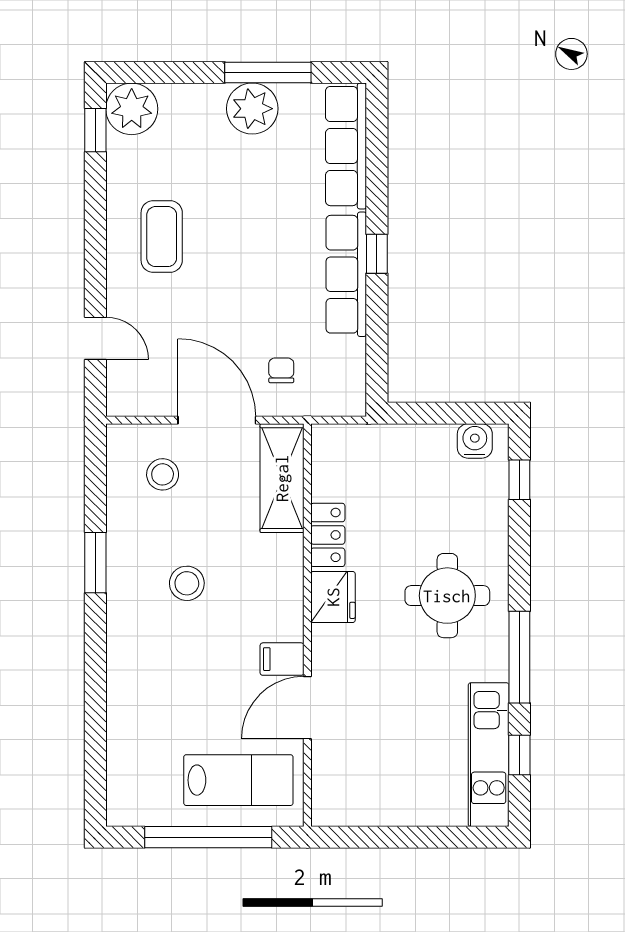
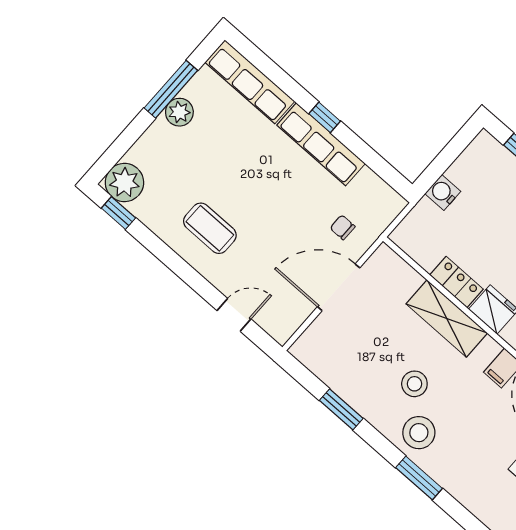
plant: (252, 109) -> (179, 112), width x0.73, depth x0.73
water cooler: (475, 441) -> (443, 192), moved
stool: (163, 474) -> (419, 433), moved, width x1.38, depth x1.38
shelving: (282, 478) -> (447, 318), moved
window: (95, 563) -> (341, 409), moved
window: (95, 672) -> (419, 478), added

